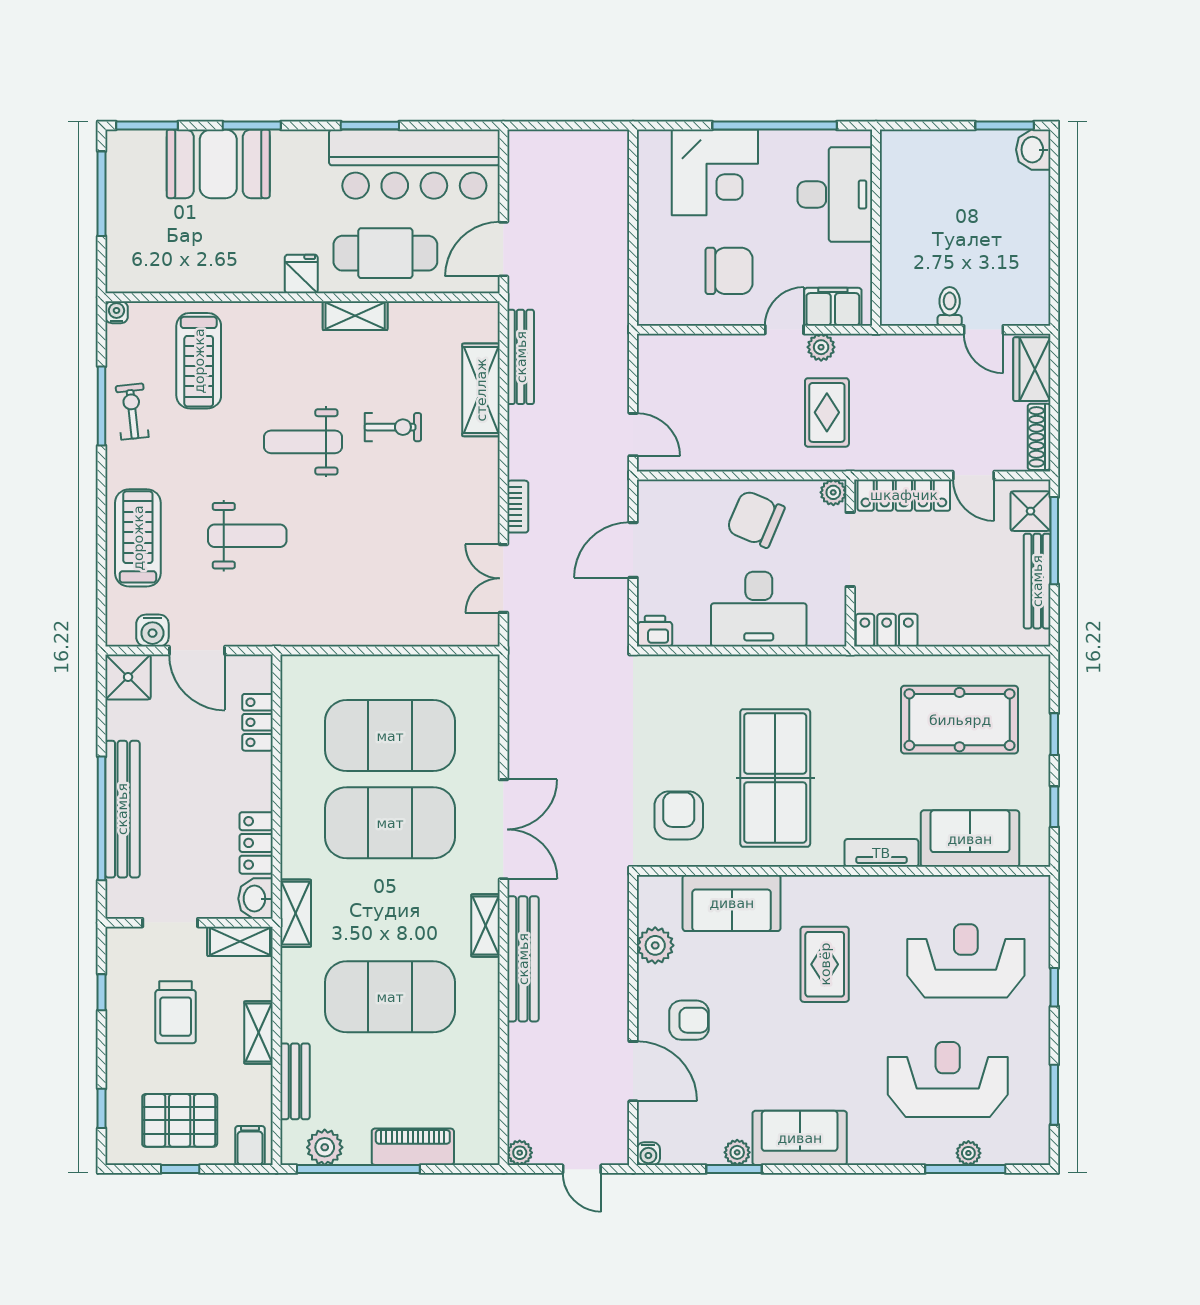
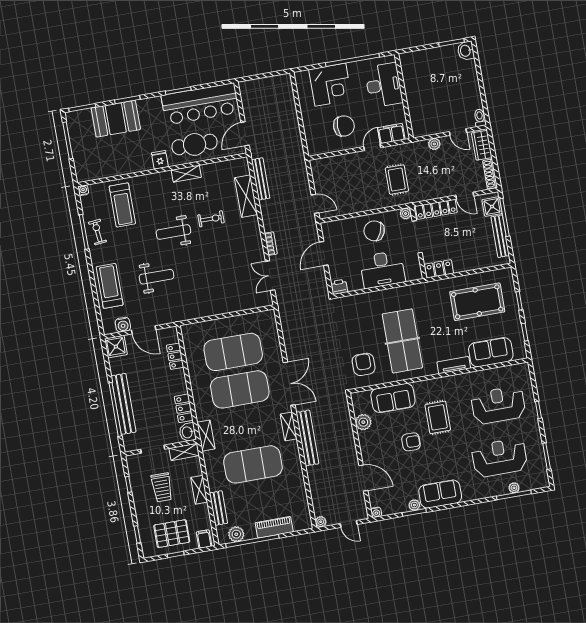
toilet: (950, 306) -> (480, 118), moved
plant: (821, 347) -> (434, 144), moved
armchair: (689, 1020) -> (411, 442), moved

